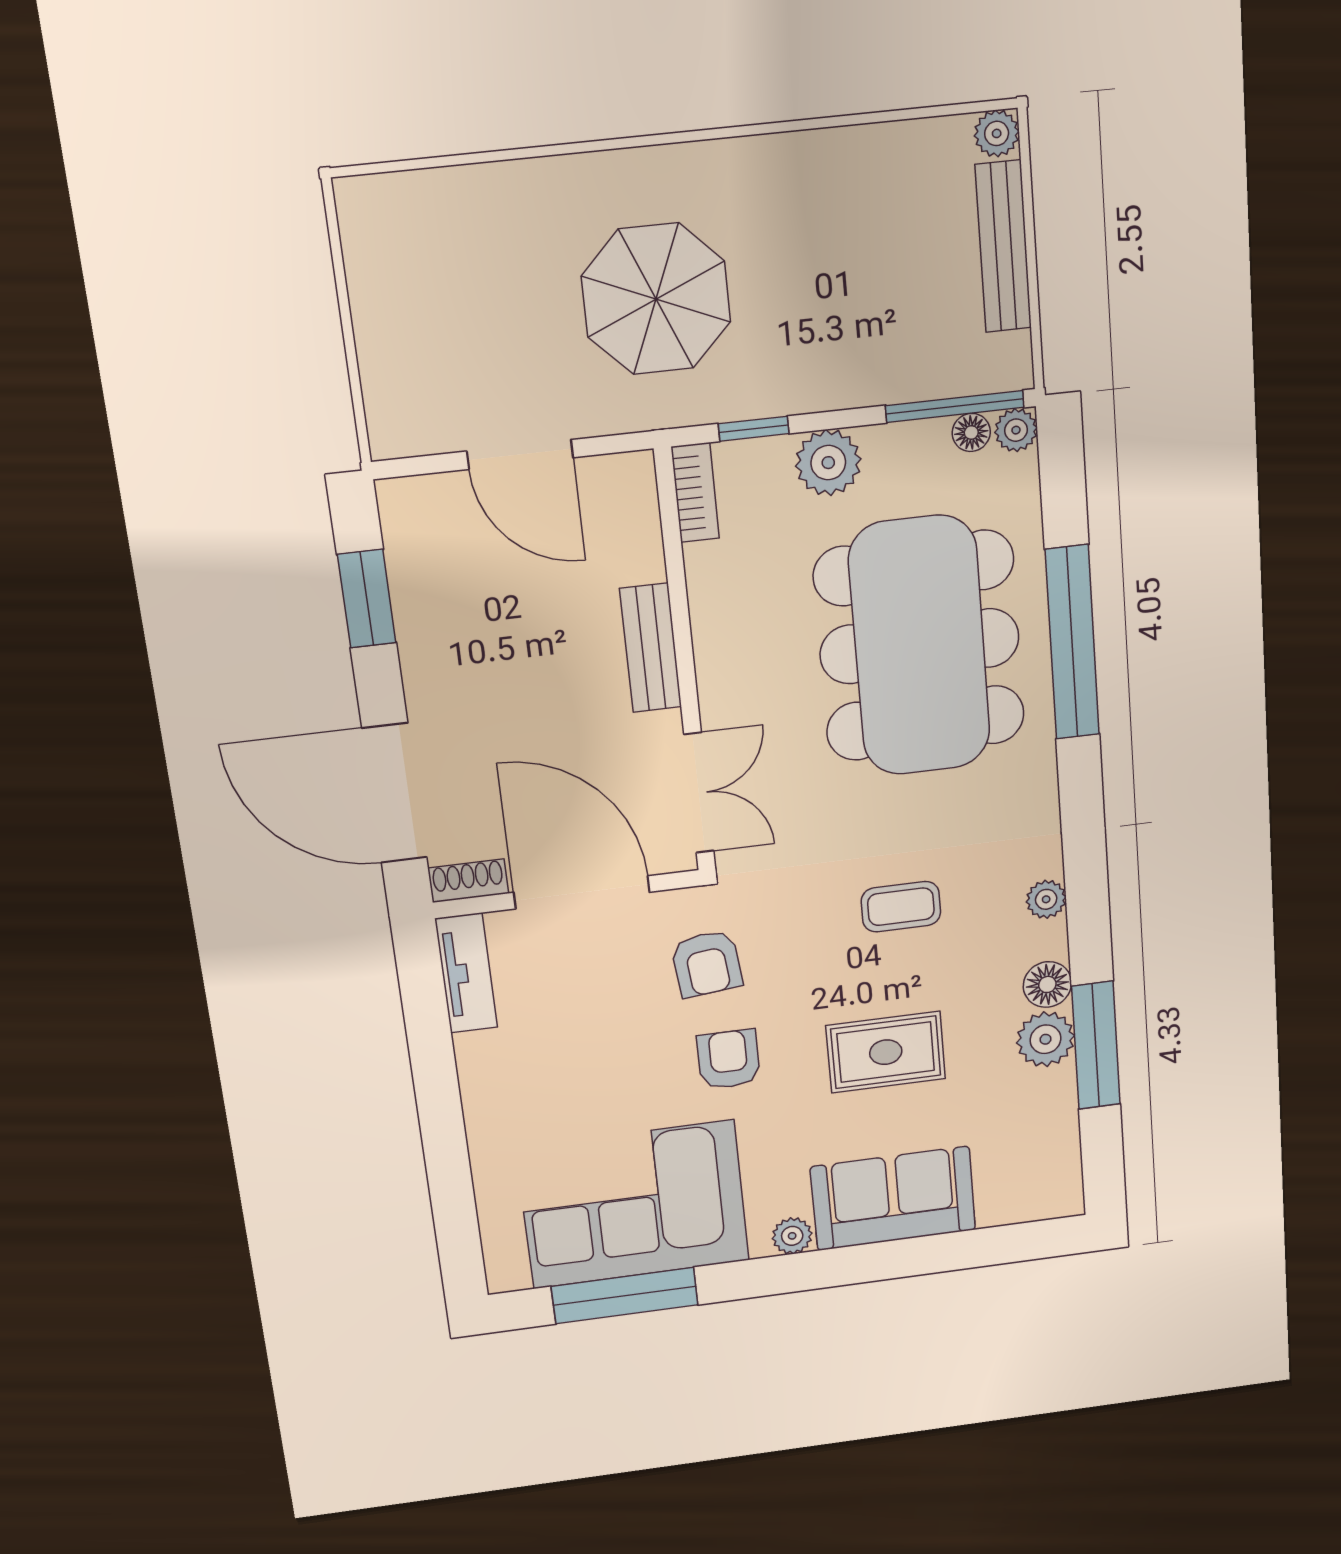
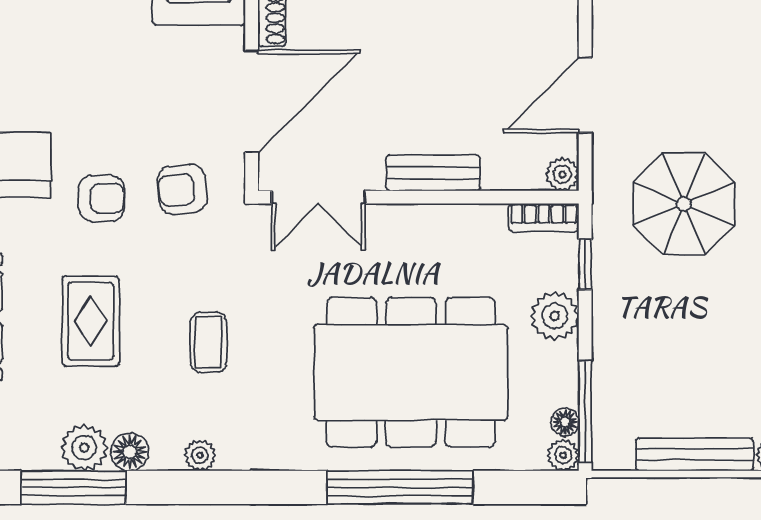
plant: (633, 474) -> (562, 174), added

